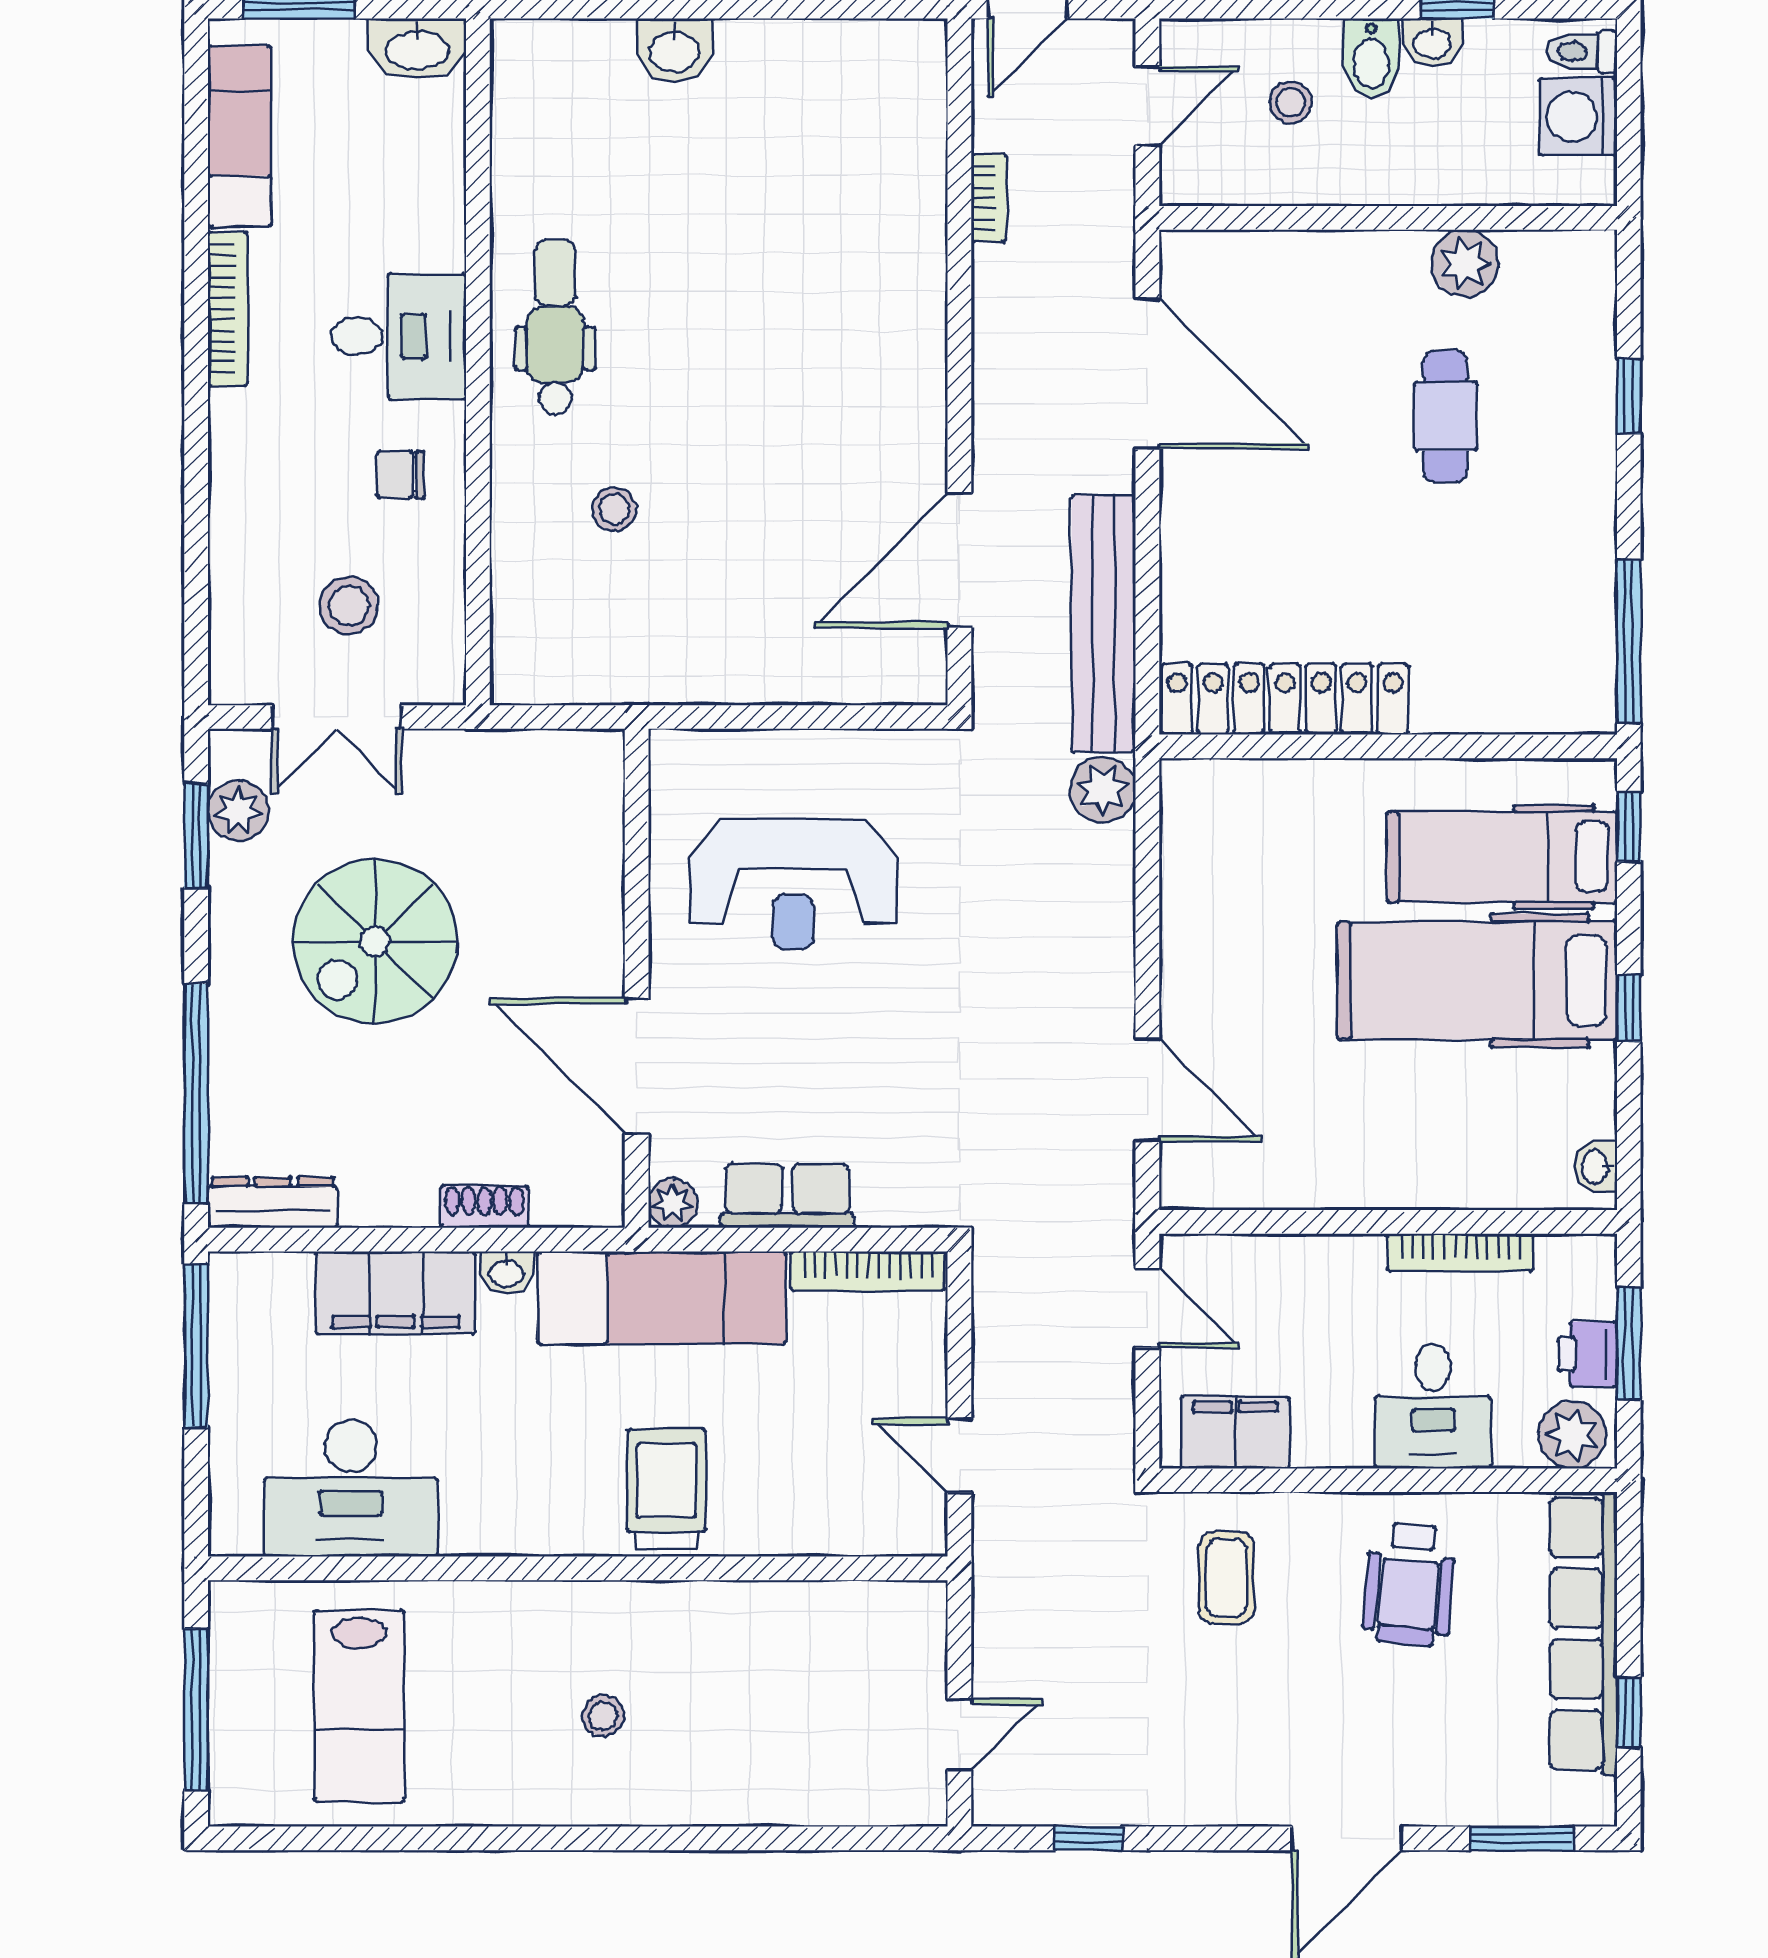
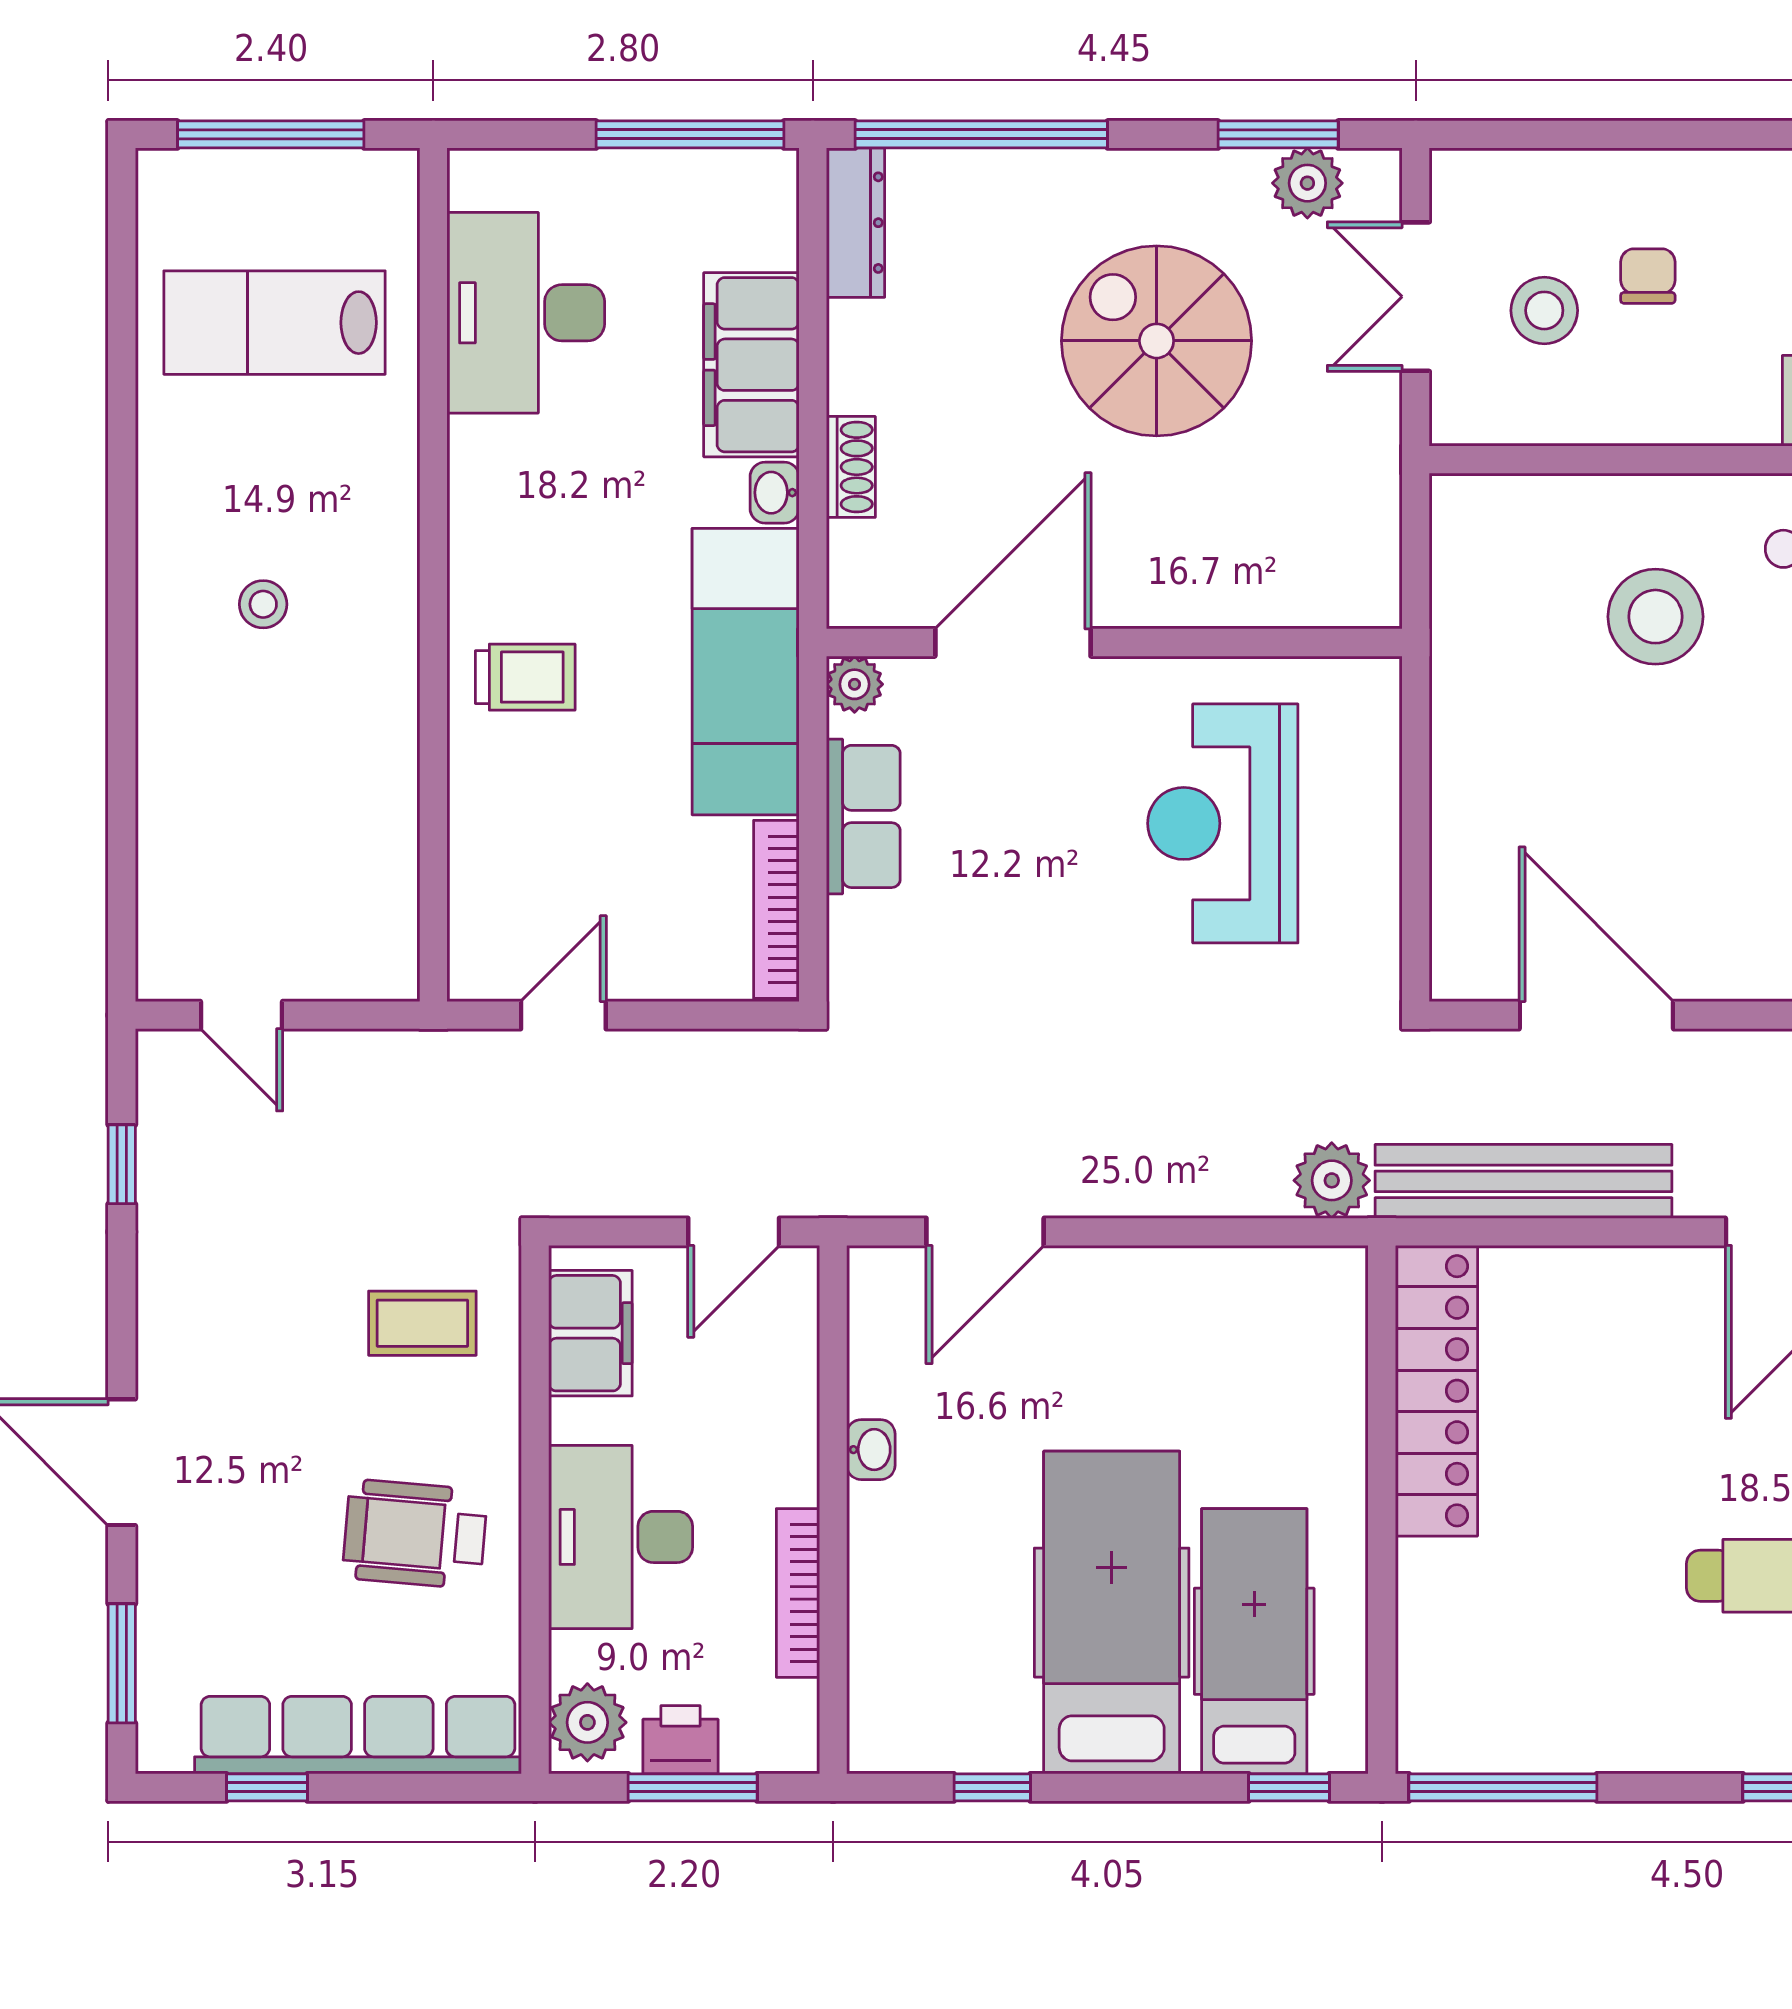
chair: (400, 475) -> (1648, 276), moved
stool: (614, 509) -> (1655, 617), width x1.89, depth x1.89
window: (1629, 1008) -> (992, 1787), moved
washbasin: (1596, 1167) -> (871, 1450), moved, turned 90
desk: (1433, 1406) -> (621, 1537), width x1.37
trolley: (666, 1489) -> (525, 677), width x0.73, depth x0.72

